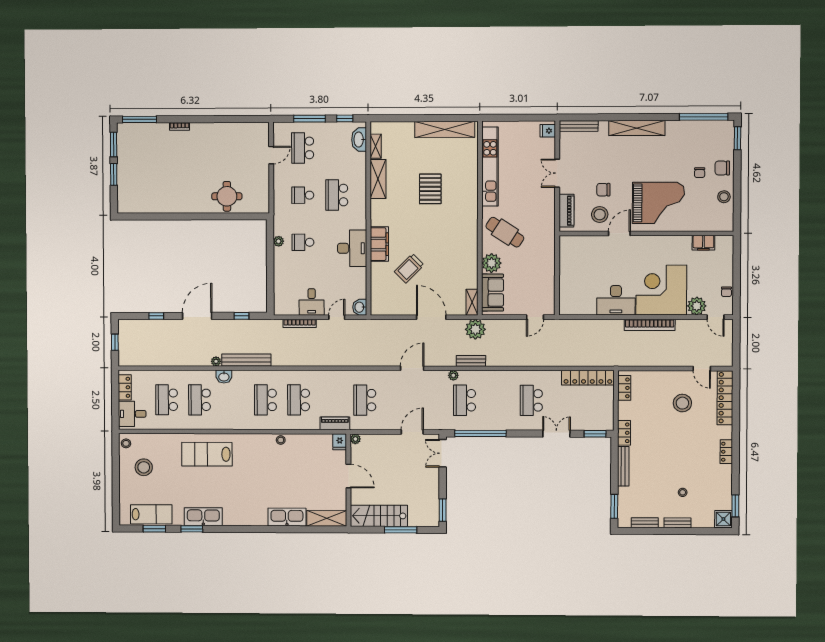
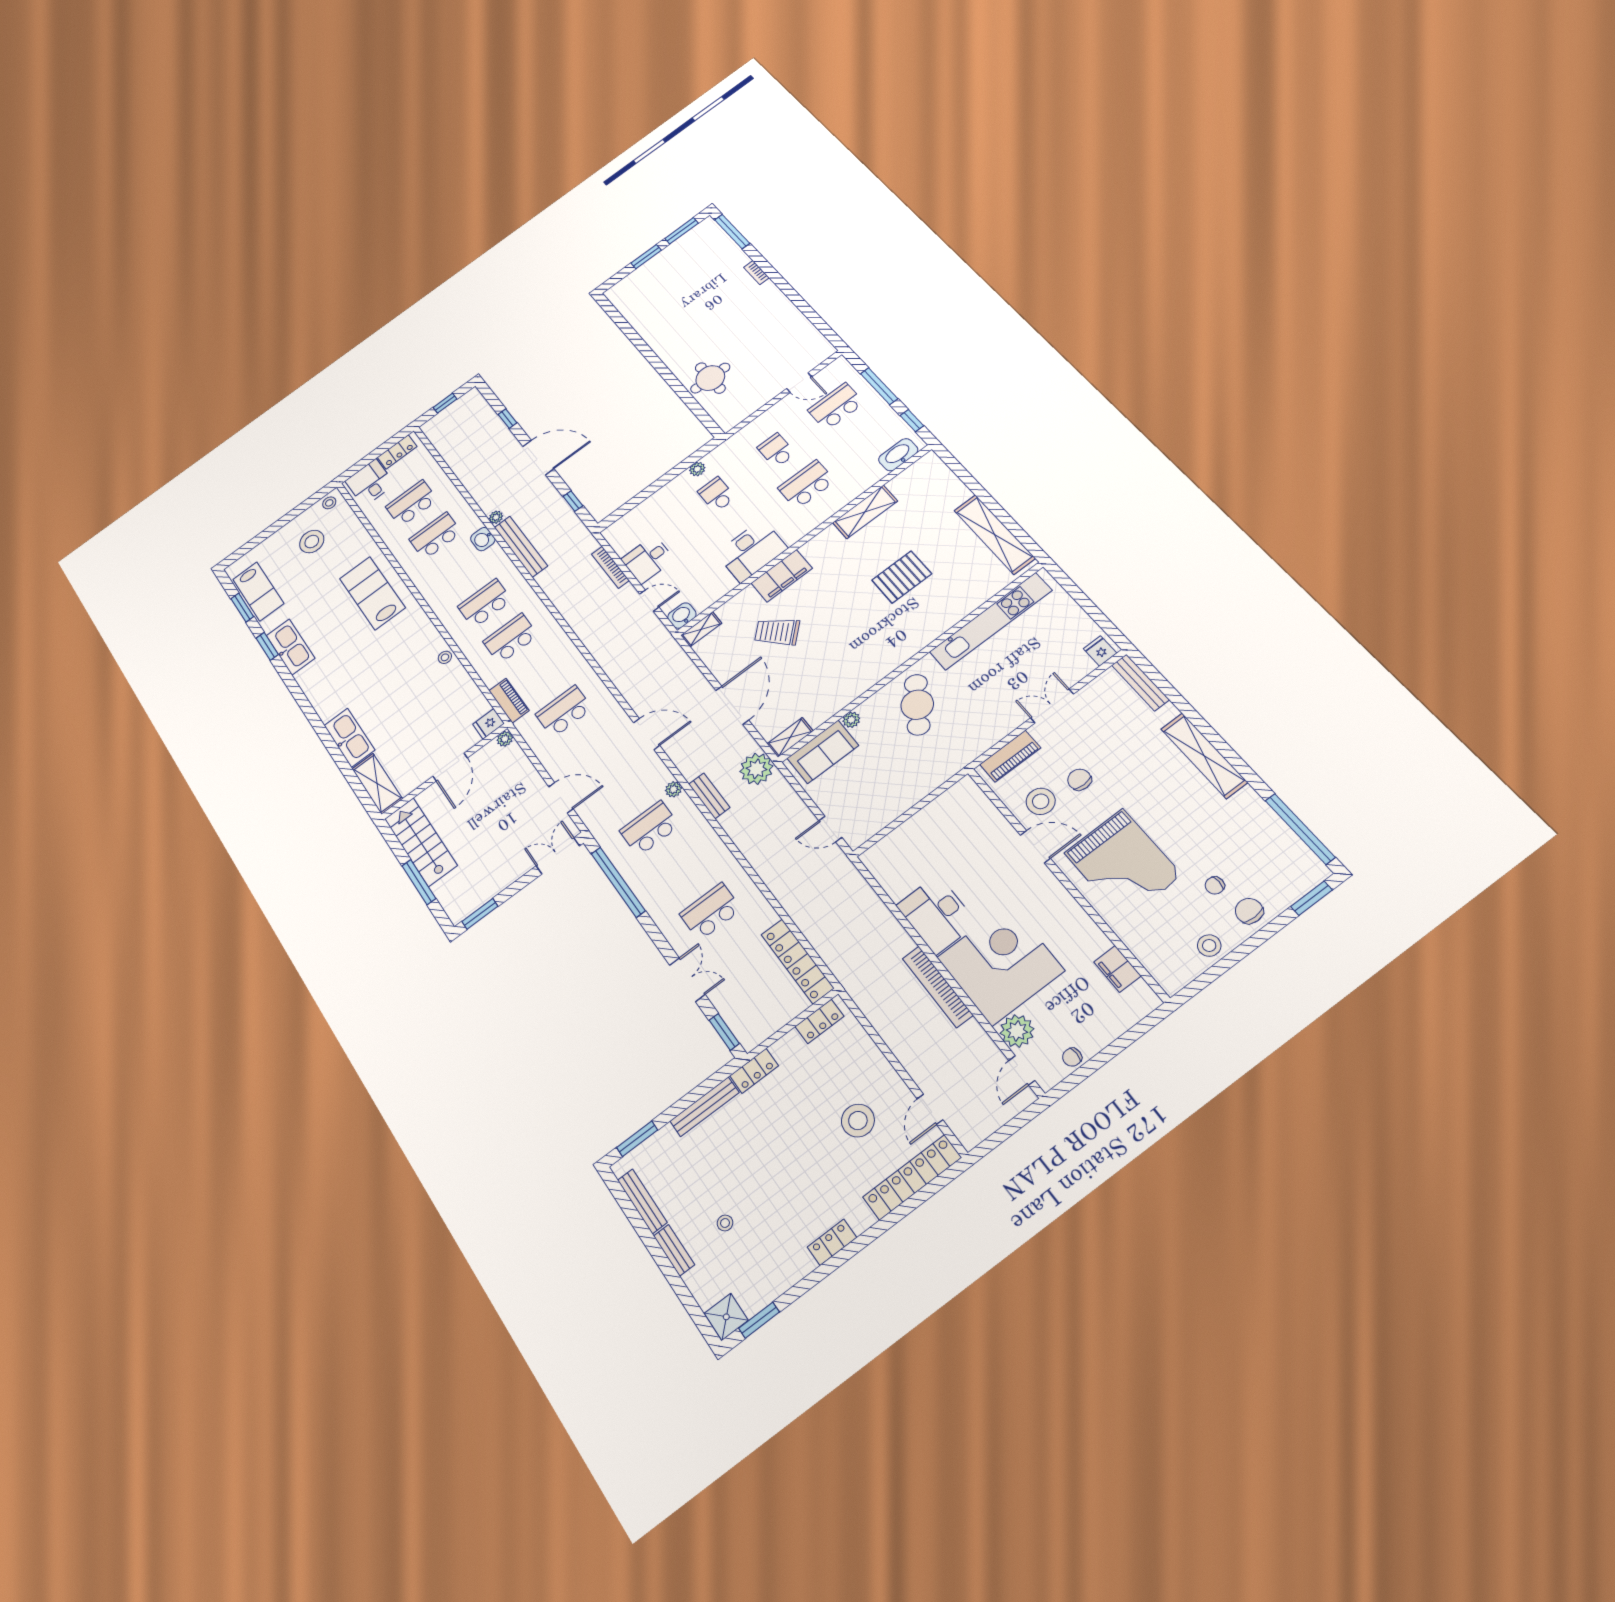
shelving: (376, 146) -> (701, 629), moved
plant: (492, 263) -> (851, 720), width x0.53, depth x0.53
bench: (645, 523) -> (642, 1201), width x1.36

